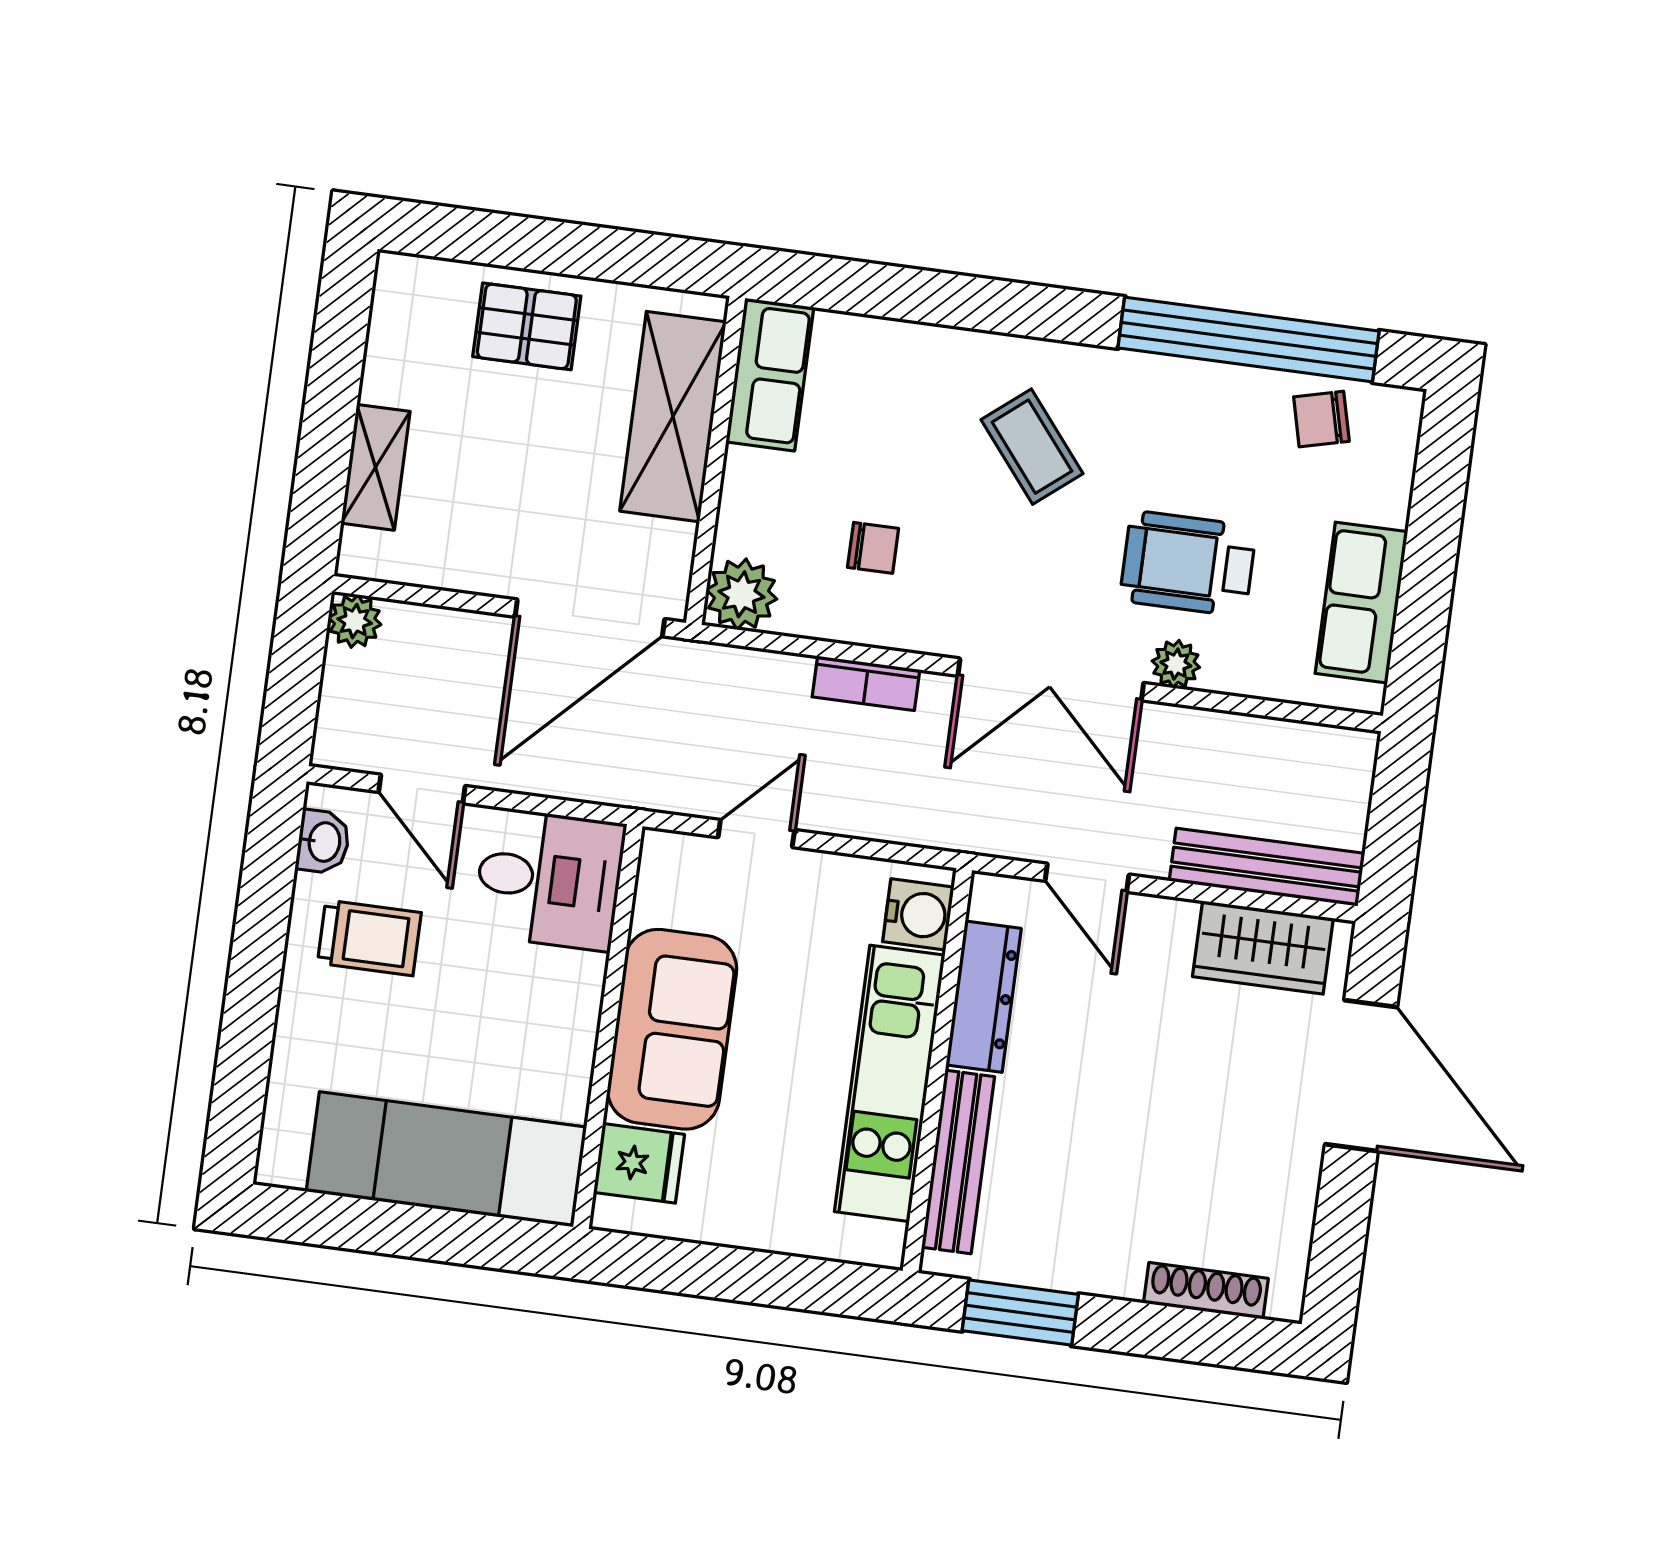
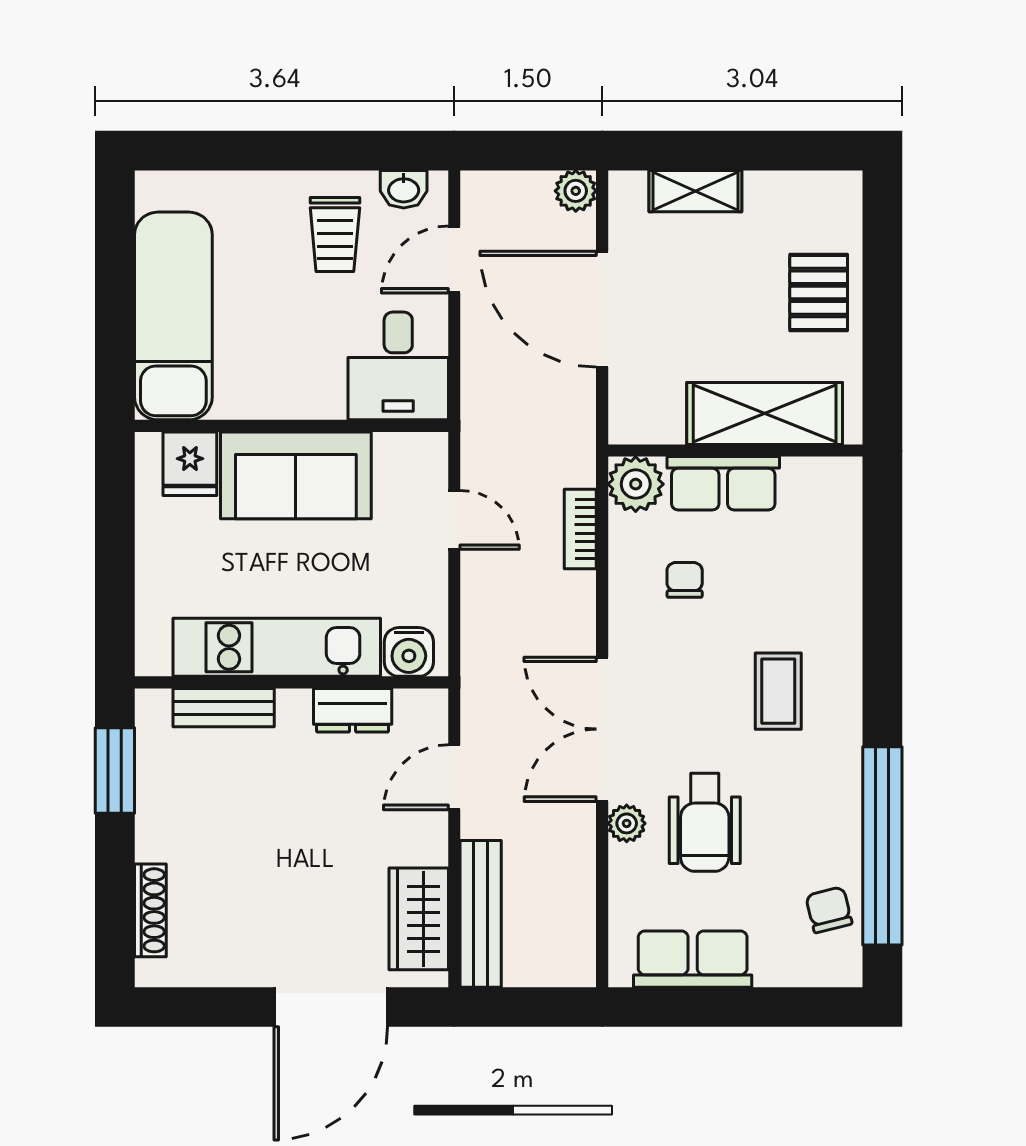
row of seats: (770, 375) -> (723, 483), moved
coffee table: (1032, 447) -> (778, 691), turned -51
chair: (873, 548) -> (685, 580), turned 180
wheelchair: (1188, 564) -> (705, 822), turned 180
door: (590, 618) -> (602, 309), moved
bookcase: (866, 683) -> (580, 529), moved
dresser: (984, 997) -> (353, 710), width x0.70
bench: (958, 1162) -> (224, 708), width x0.73

